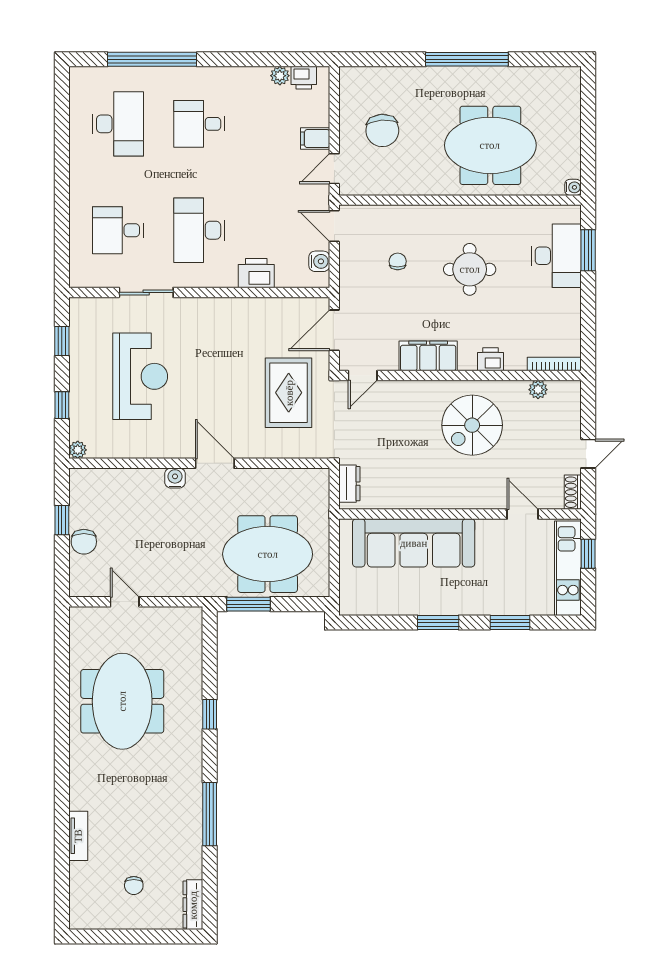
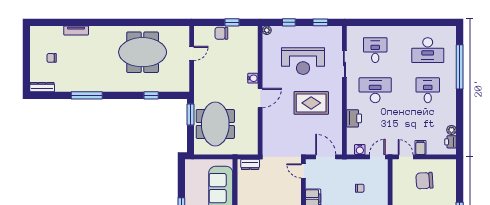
rug: (289, 393) -> (311, 103), moved
window: (210, 714) -> (151, 95), moved

